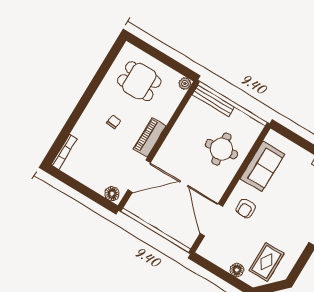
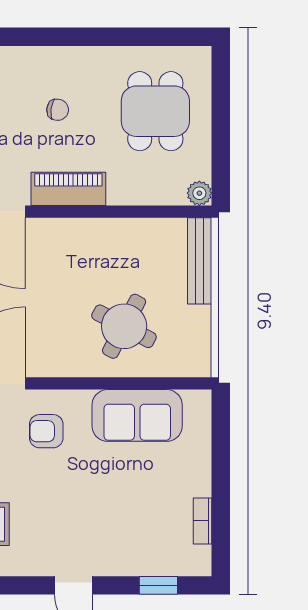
round table: (221, 149) -> (124, 326), turned 35

